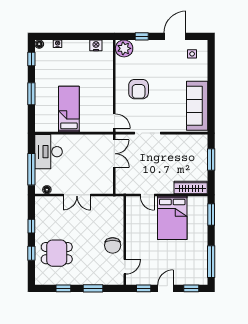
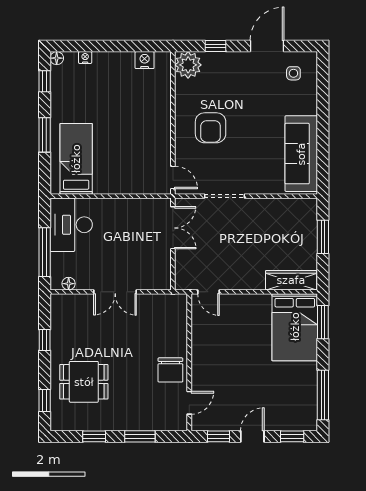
bed: (69, 109) -> (76, 159), moved
door: (147, 195) -> (208, 292), moved
bed: (172, 218) -> (295, 327), moved
window: (31, 253) -> (45, 401), moved

